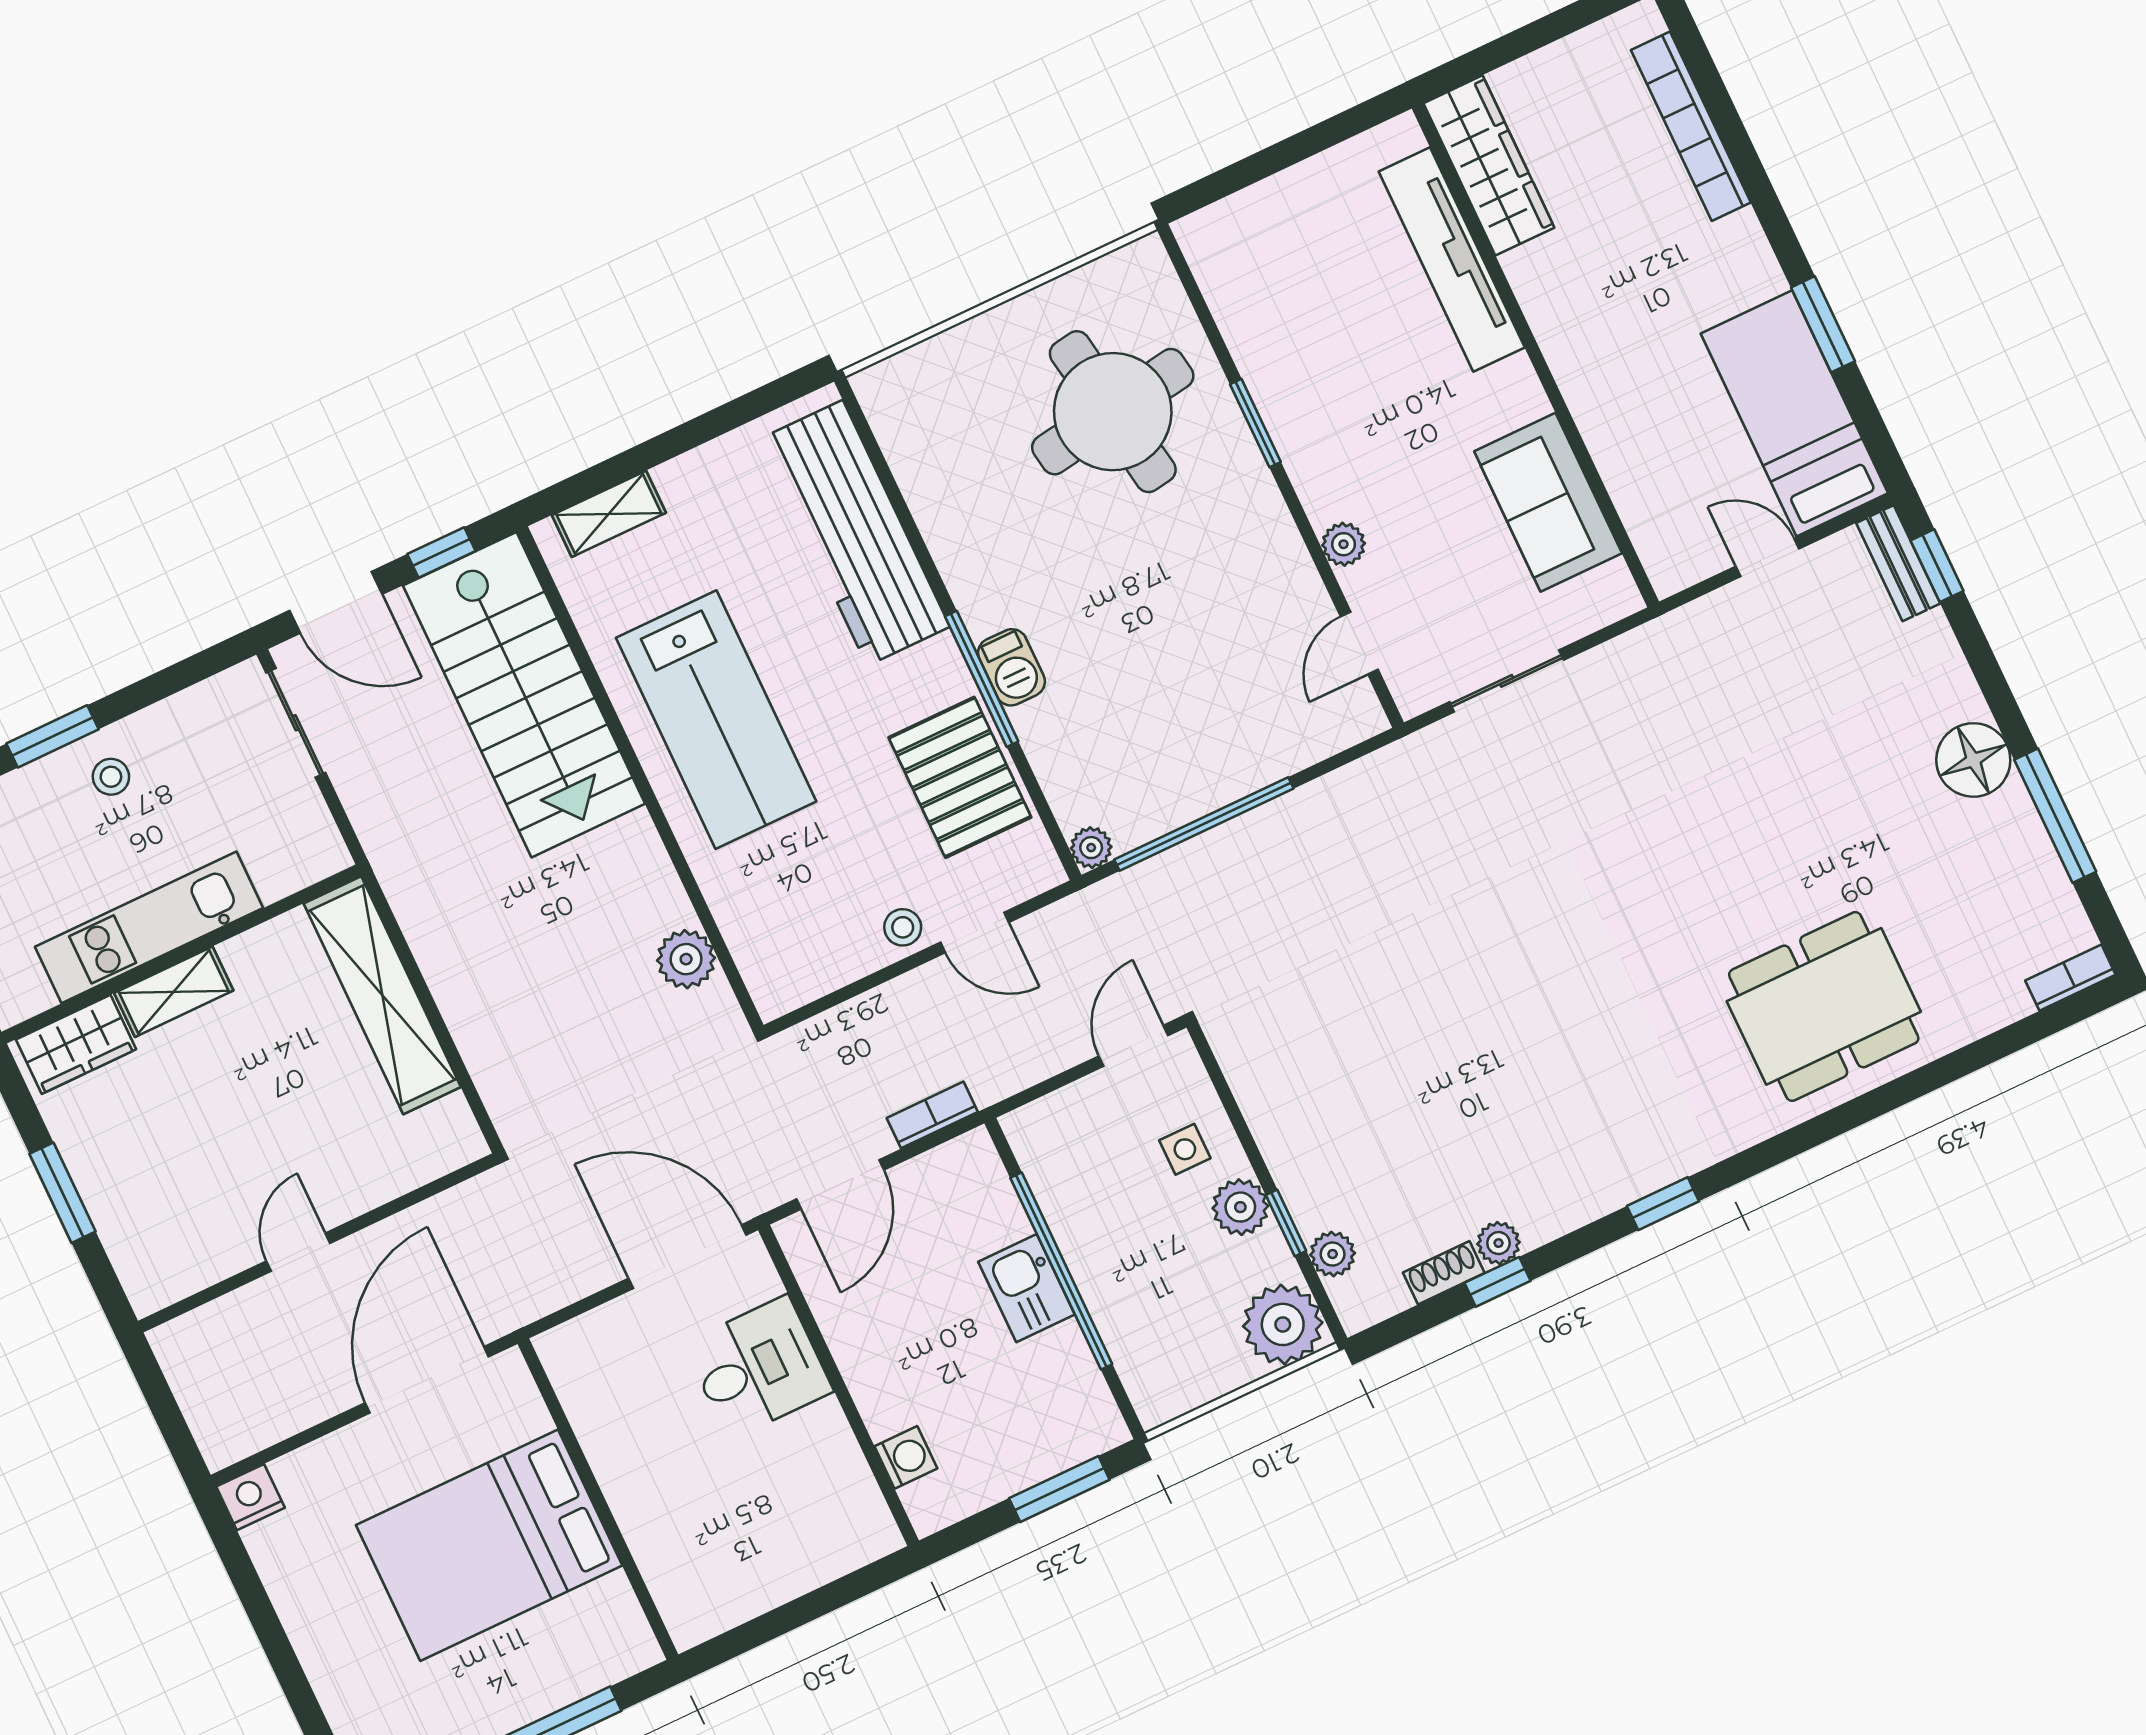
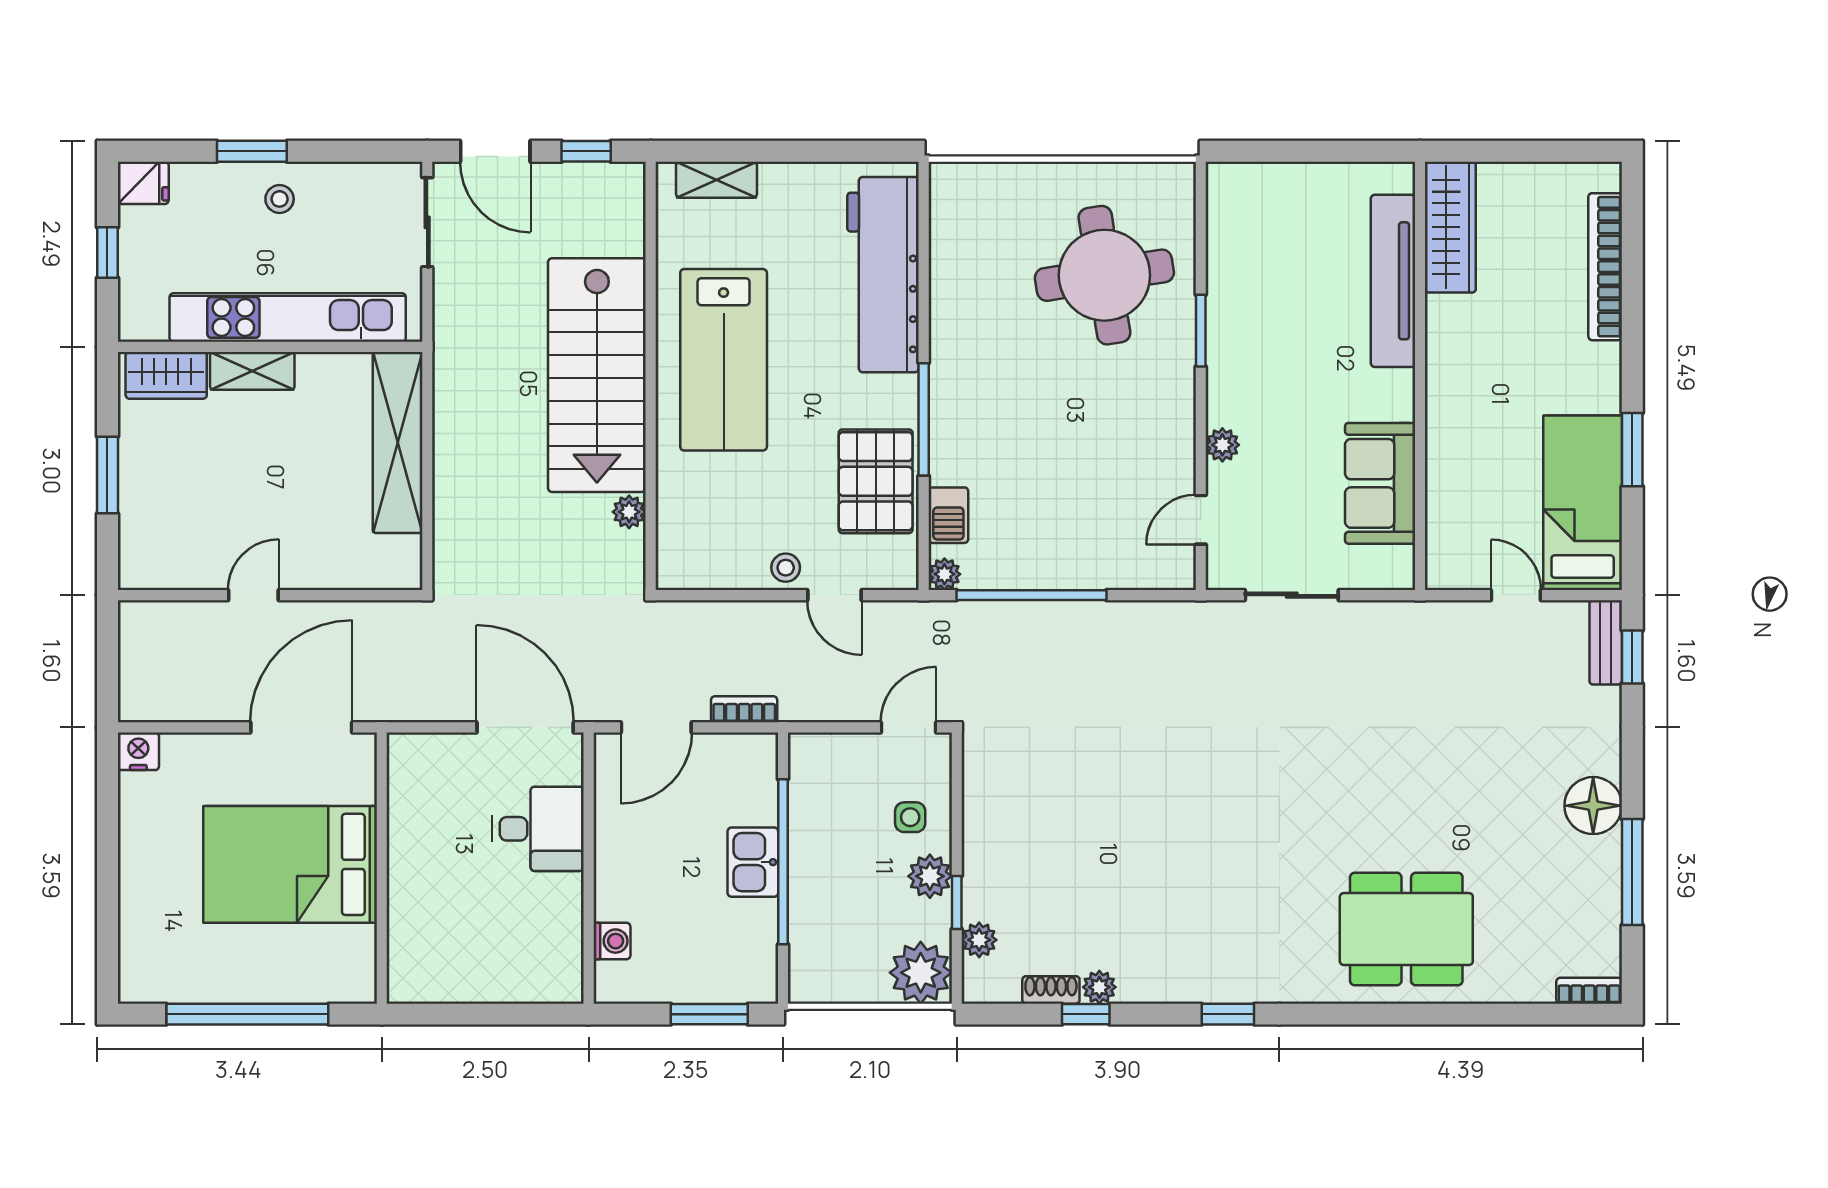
barbecue: (1011, 667) -> (948, 515), moved
stairs: (524, 695) -> (597, 375), moved
kitchen unit: (149, 927) -> (288, 317), width x1.36
plant: (686, 959) -> (629, 512), width x0.73, depth x0.73

